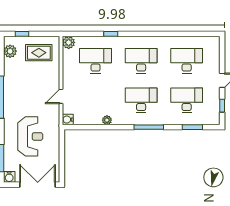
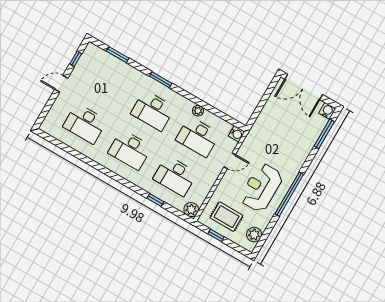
window: (22, 34) -> (216, 235), moved
window: (111, 34) -> (155, 200), moved
desk: (187, 100) -> (198, 137), moved
window: (149, 127) -> (161, 80), width x0.69
reception desk: (30, 136) -> (261, 188), moved

